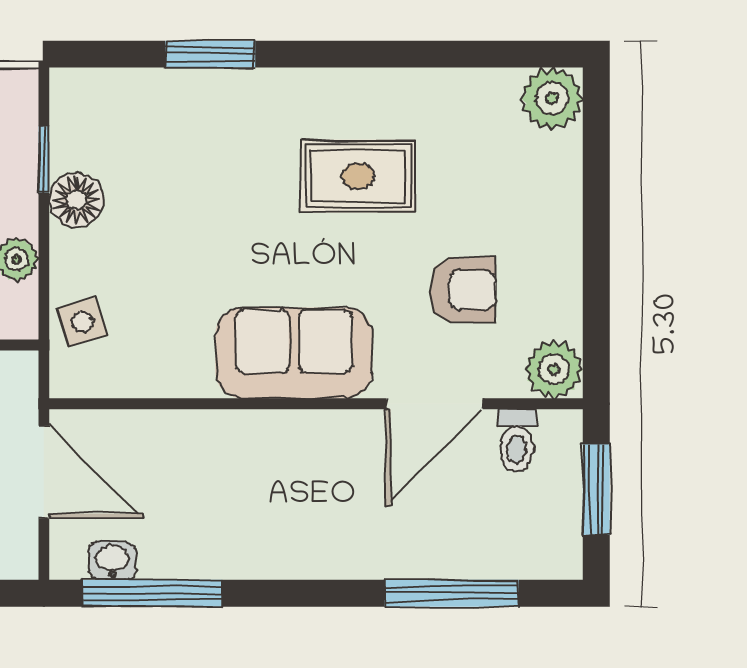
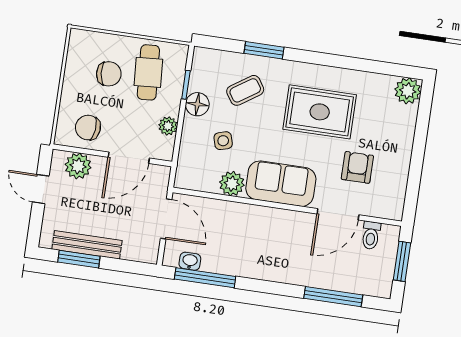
coffee table: (181, 152) -> (245, 90), added
rug: (358, 176) -> (320, 112), width x1.36, depth x1.43
armchair: (463, 290) -> (357, 167), turned -90
side table: (83, 322) -> (223, 141), moved
plant: (554, 369) -> (232, 184), moved

